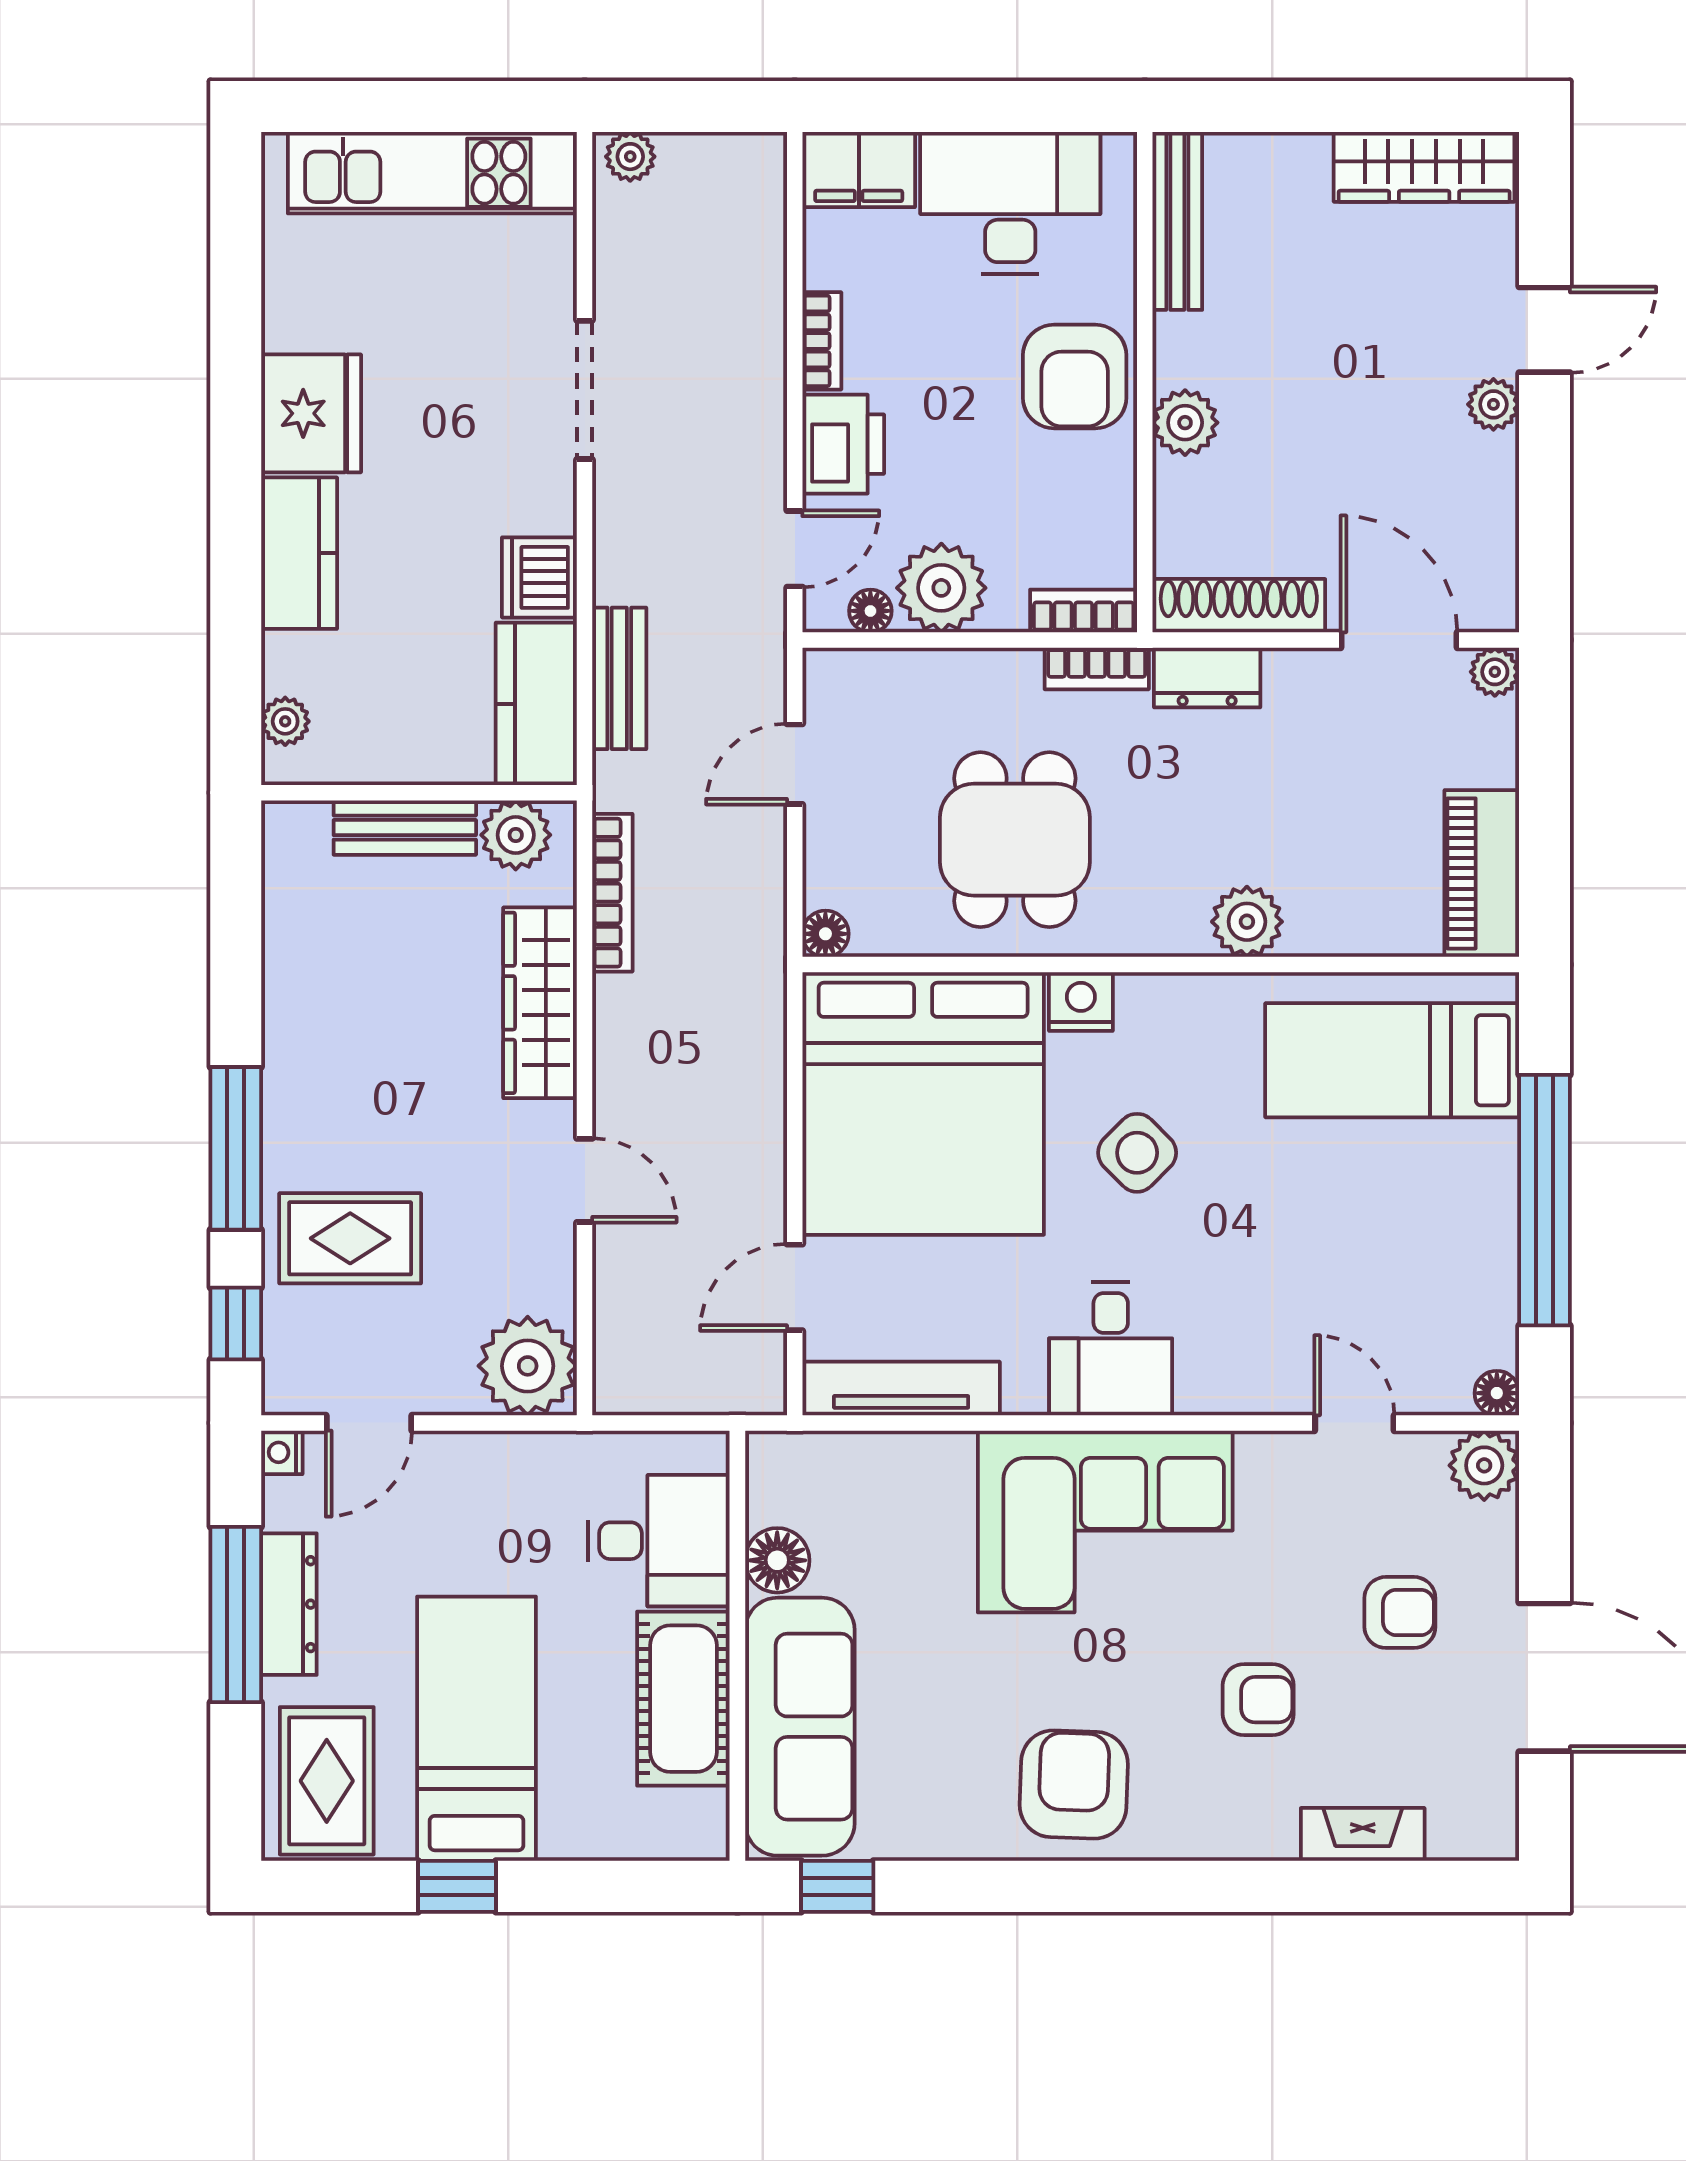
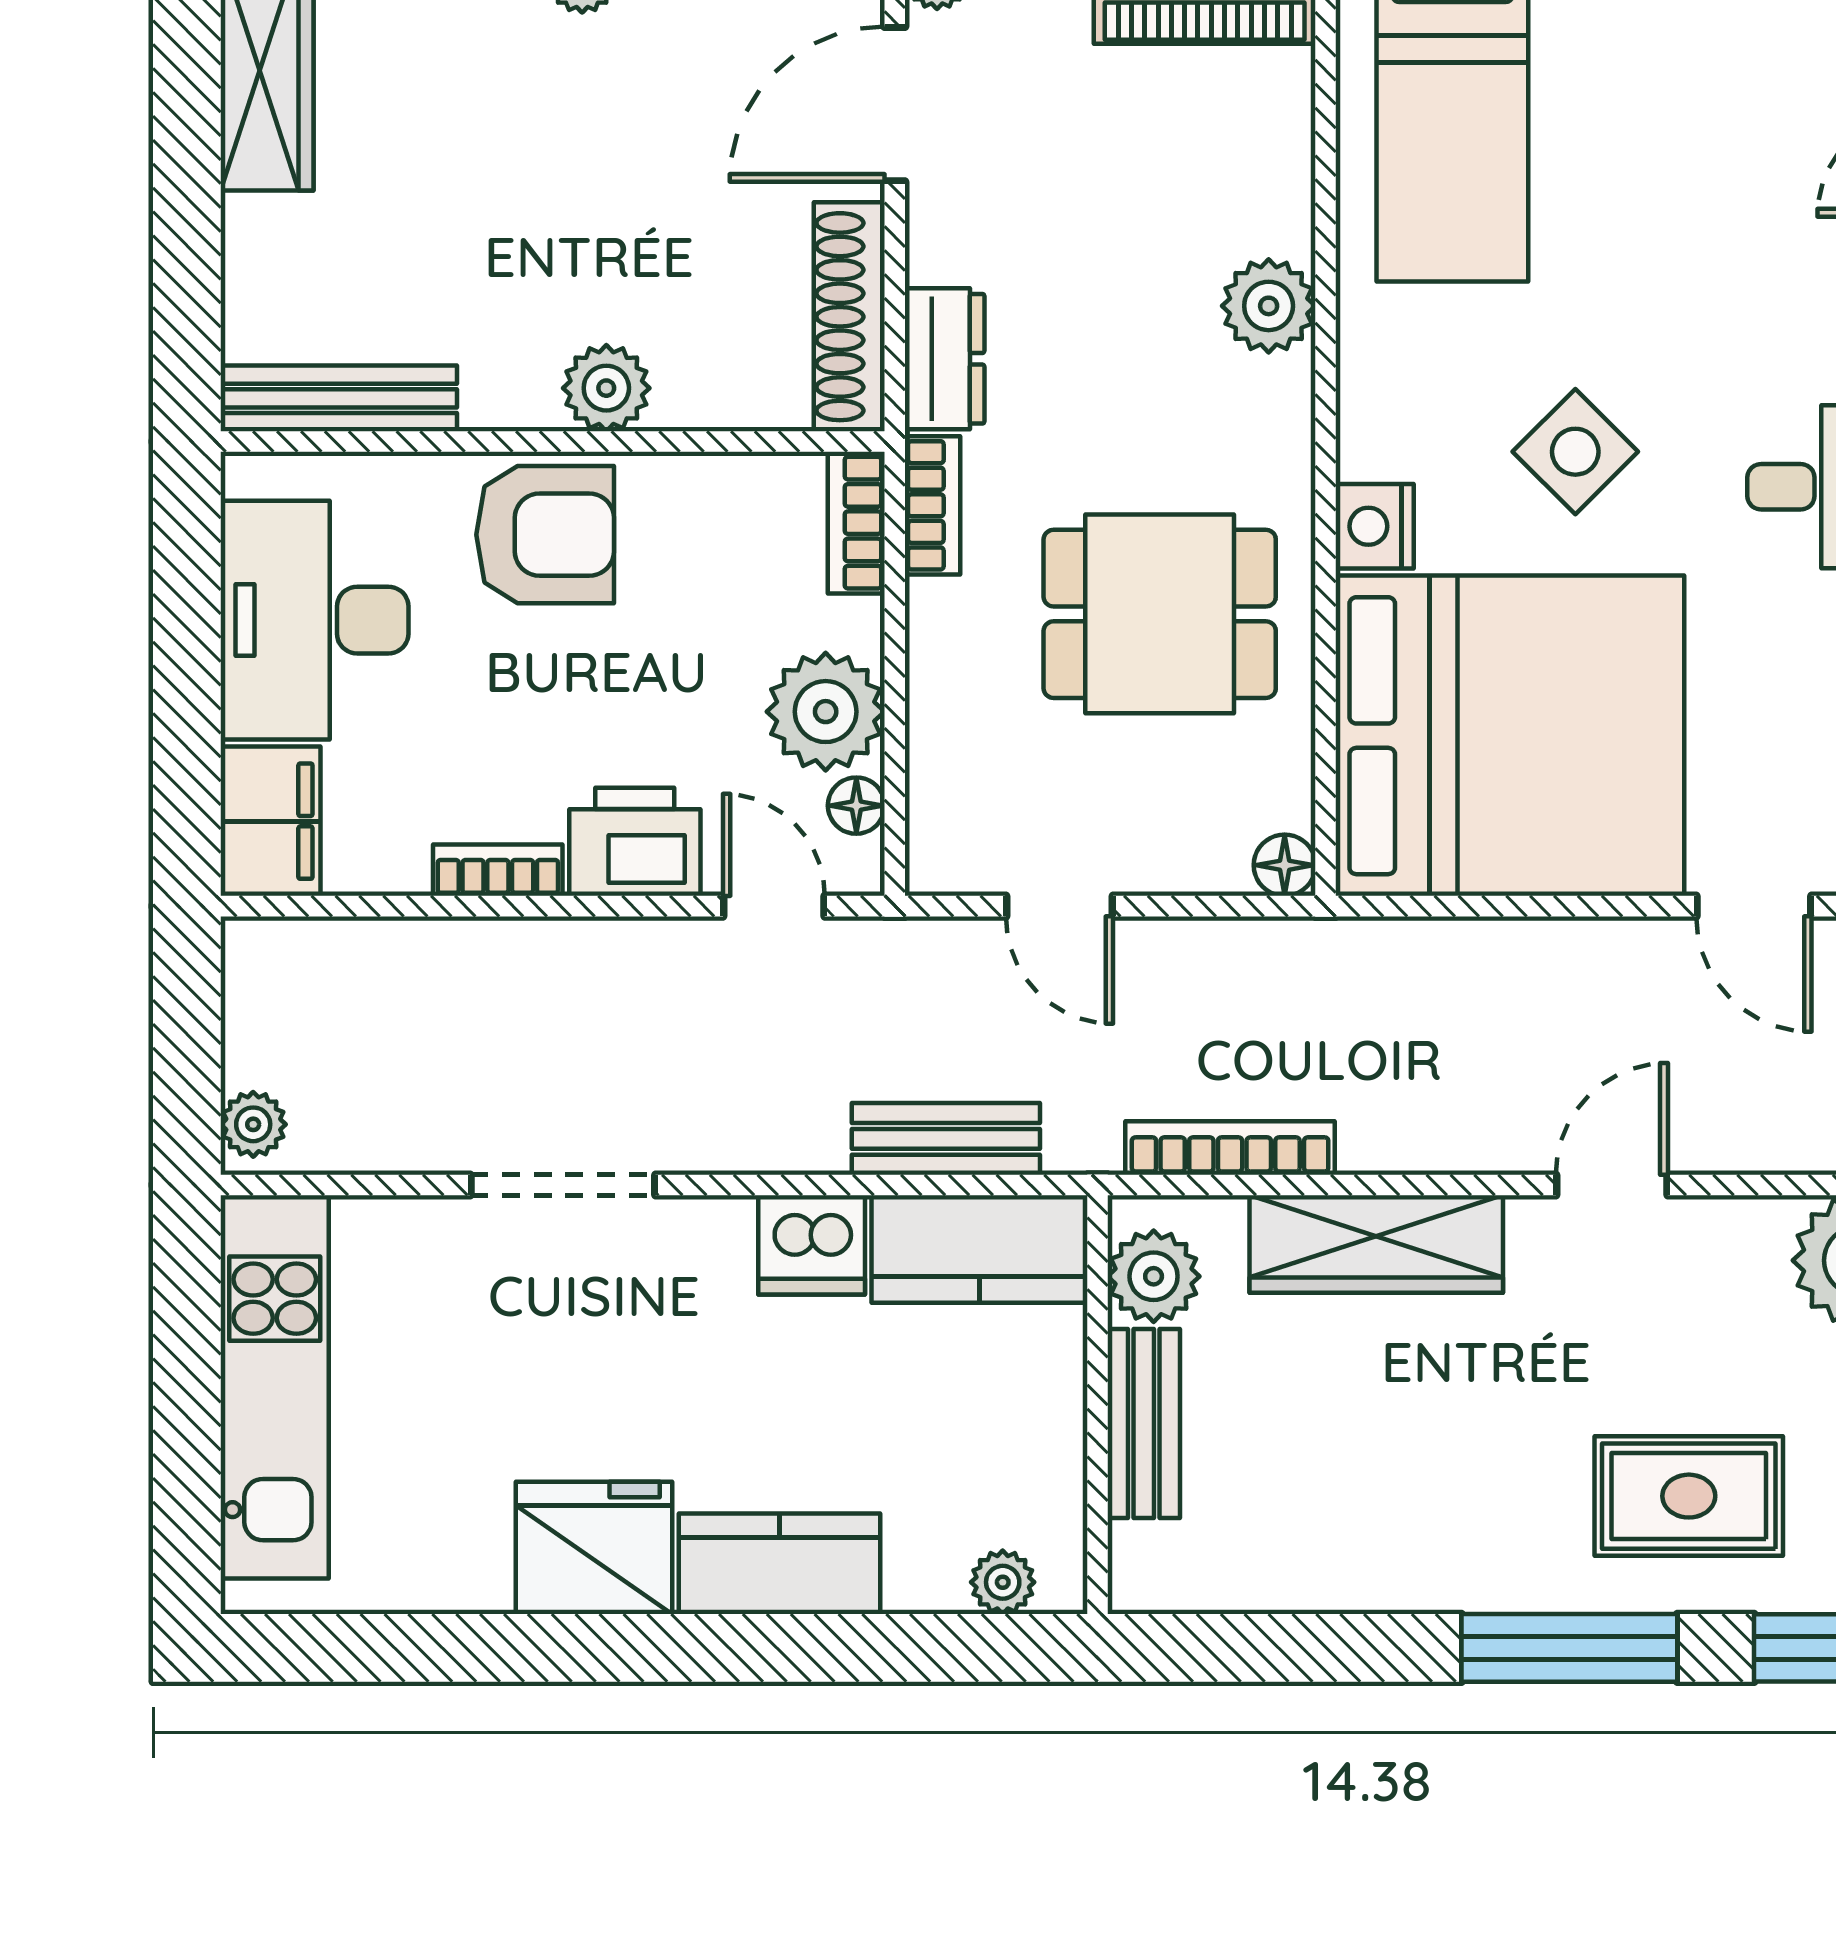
rug: (350, 1238) -> (1689, 1496), turned 90

